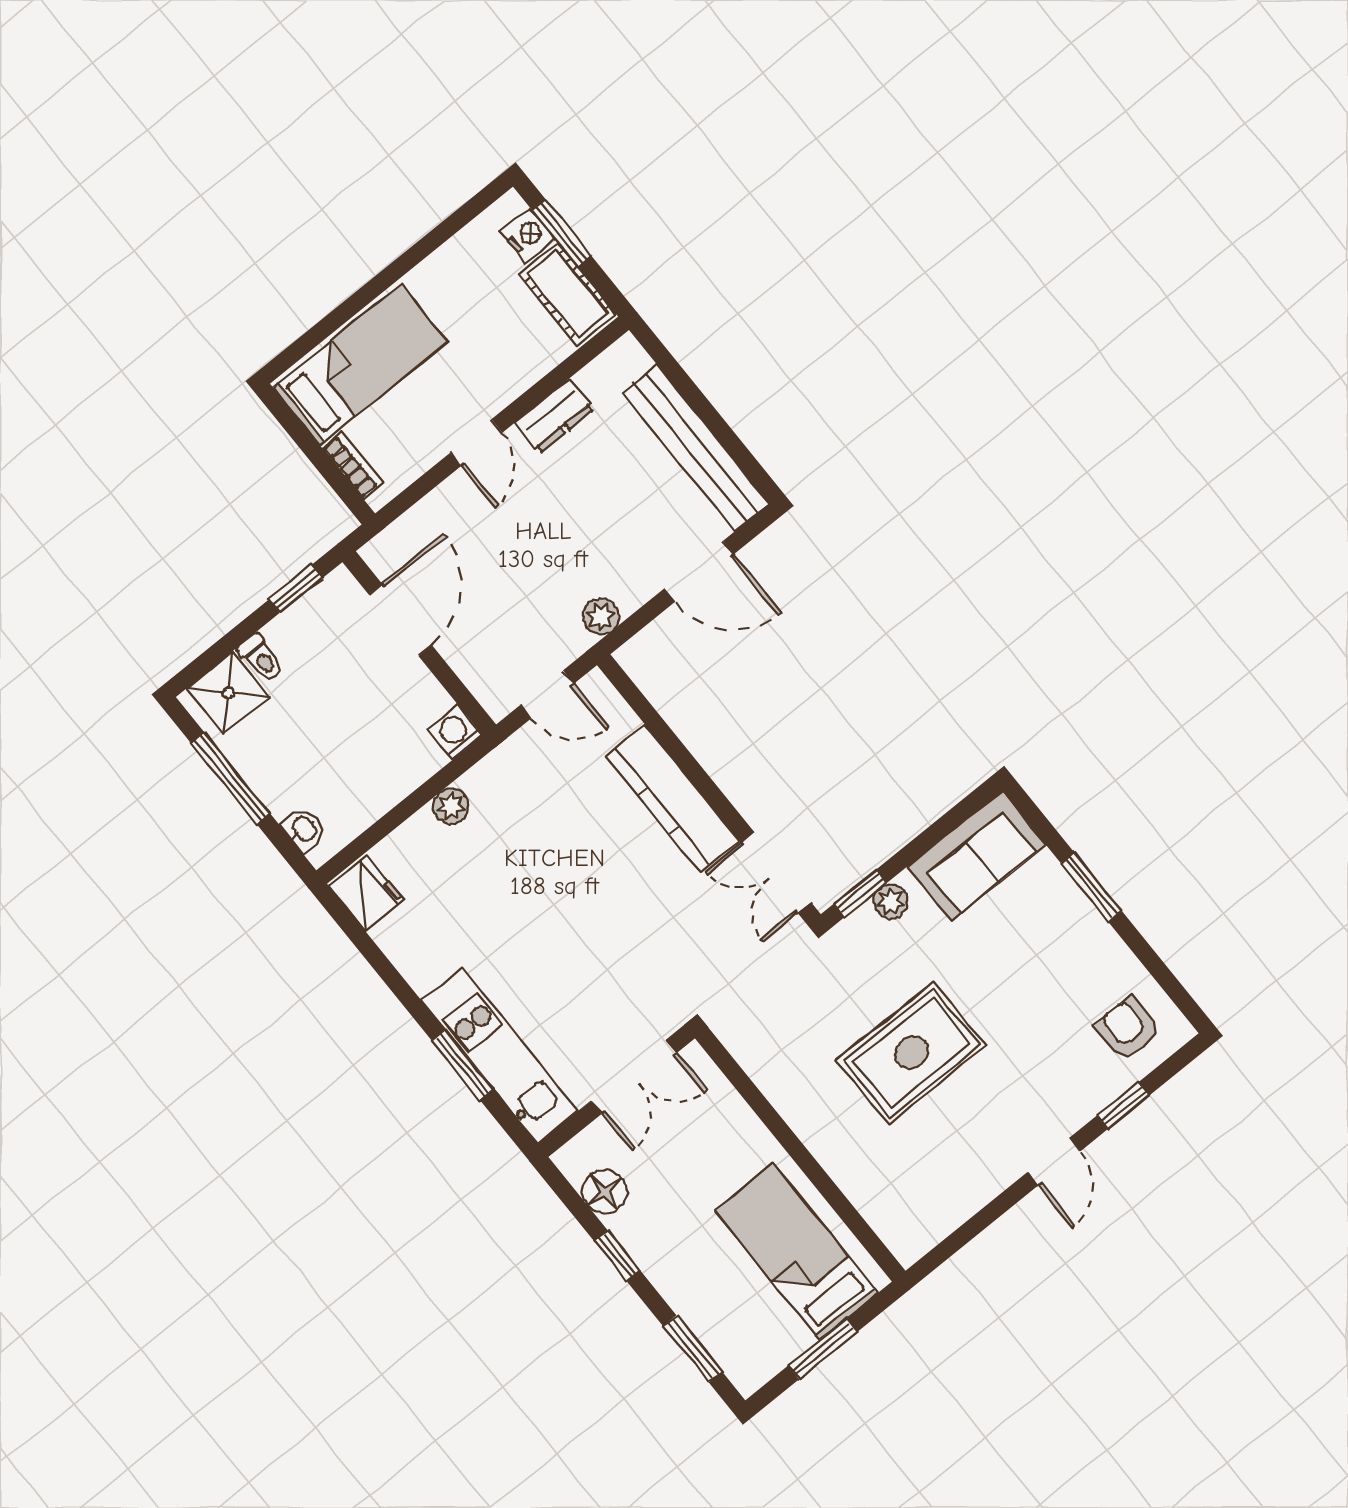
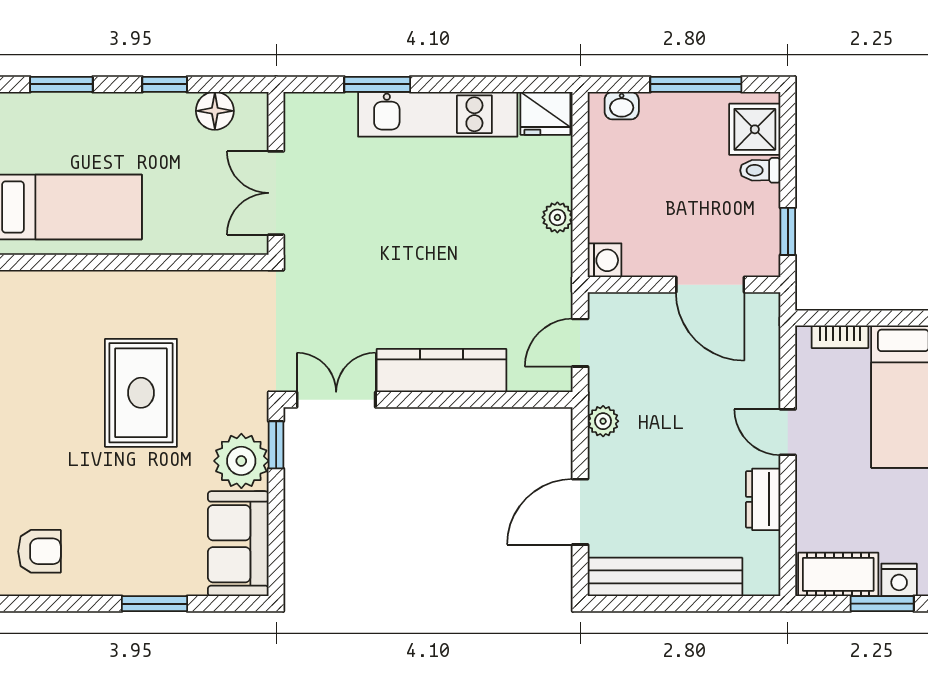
plant: (891, 901) -> (241, 461), width x1.87, depth x1.87
kitchen unit: (500, 1056) -> (438, 114), moved

